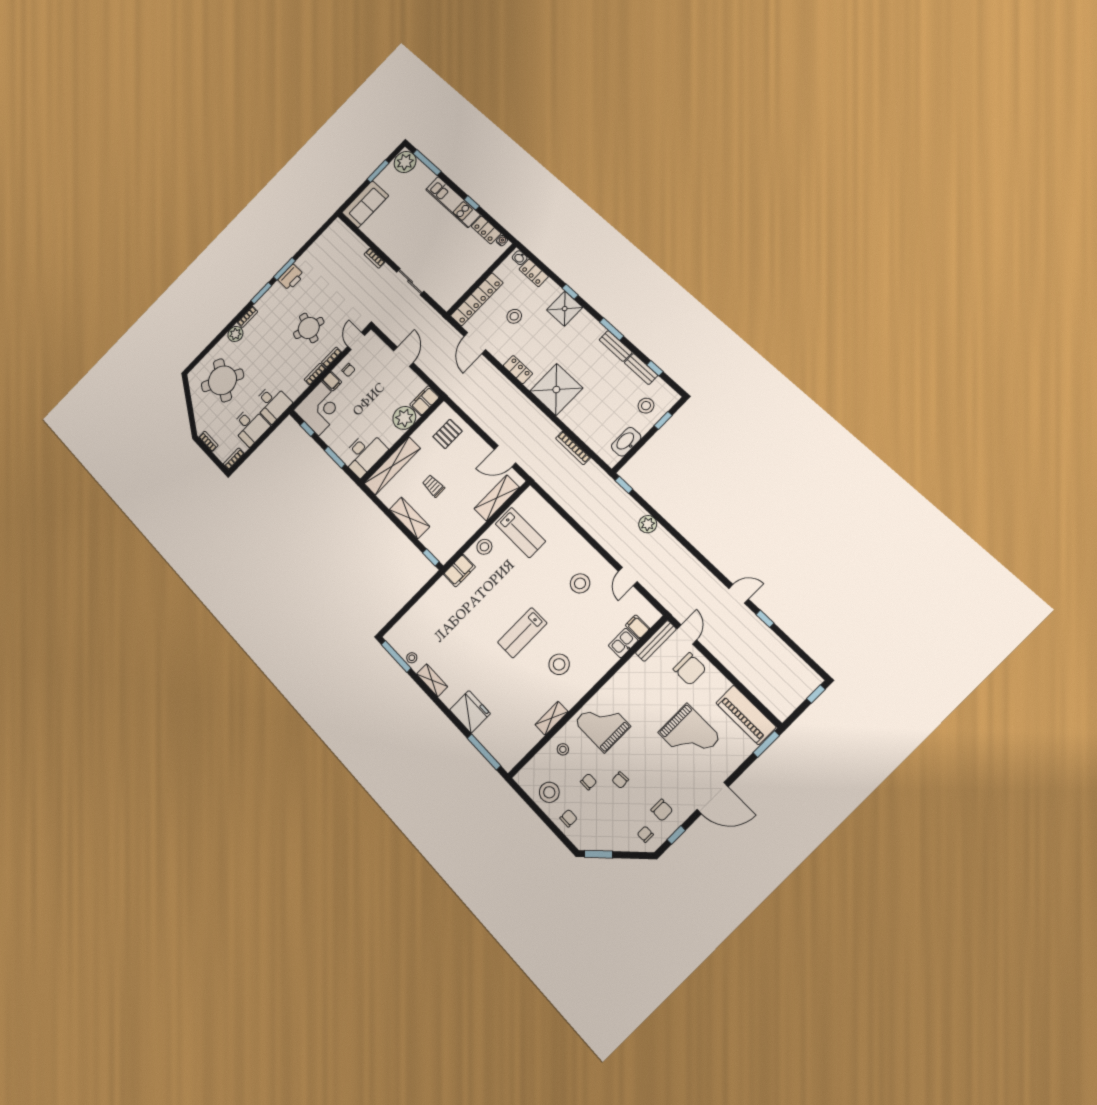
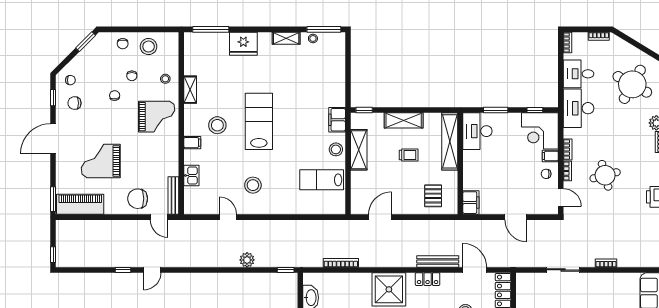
round table: (309, 328) -> (605, 175), turned -33
bench: (496, 377) -> (438, 262), added
desk: (272, 403) -> (579, 108), width x1.37
plant: (404, 418) -> (474, 179), removed
shelving: (497, 498) -> (359, 150), moved
filing cabinet: (638, 627) -> (192, 143), moved
lab bench: (522, 633) -> (259, 121), width x1.36, depth x1.39

